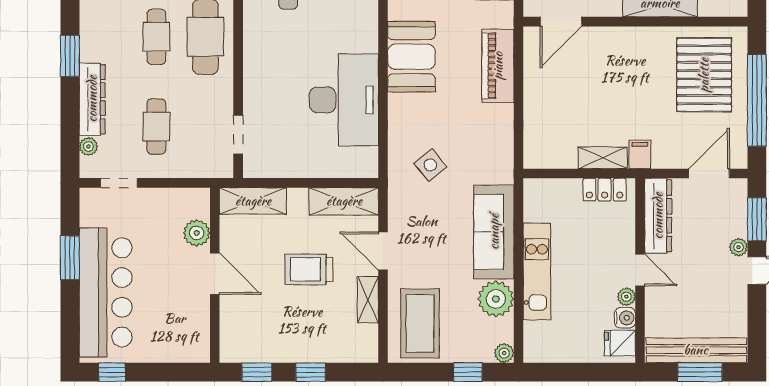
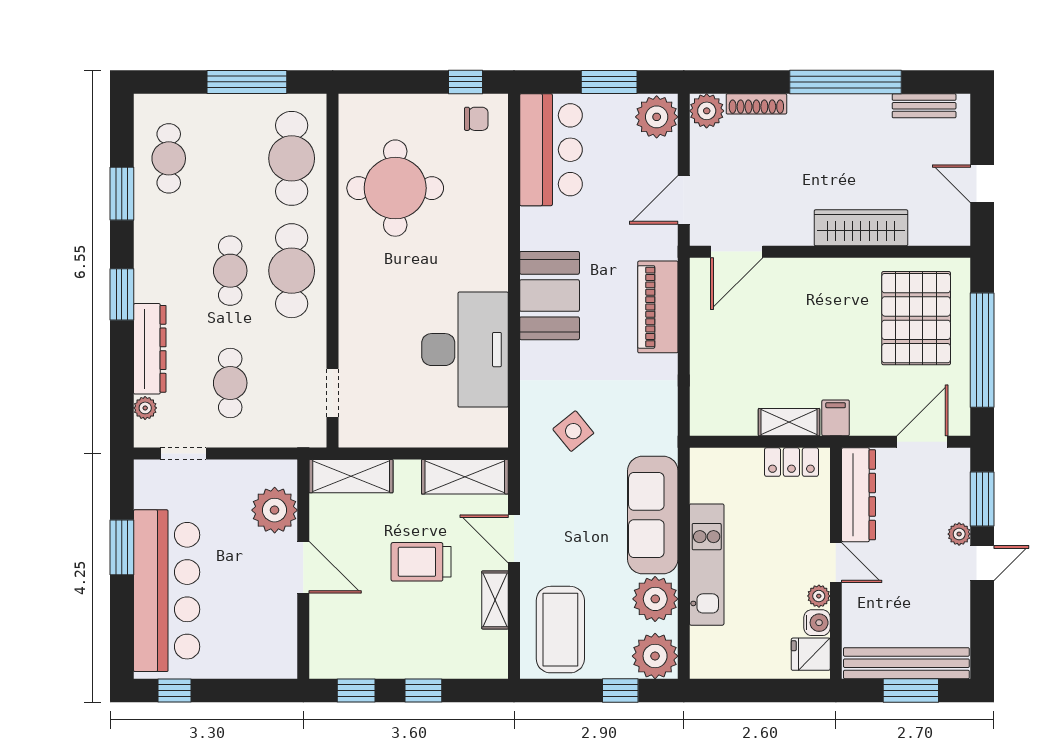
plant: (197, 233) -> (275, 510), width x1.36, depth x1.36
plant: (504, 353) -> (655, 656), width x1.88, depth x1.88

